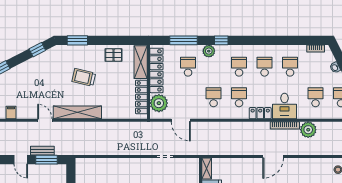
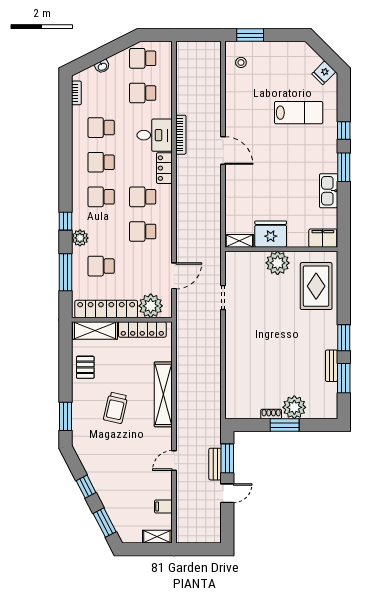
window: (37, 50) -> (86, 487), moved
shelving: (77, 112) -> (163, 394), moved
plant: (308, 130) -> (187, 103), removed

